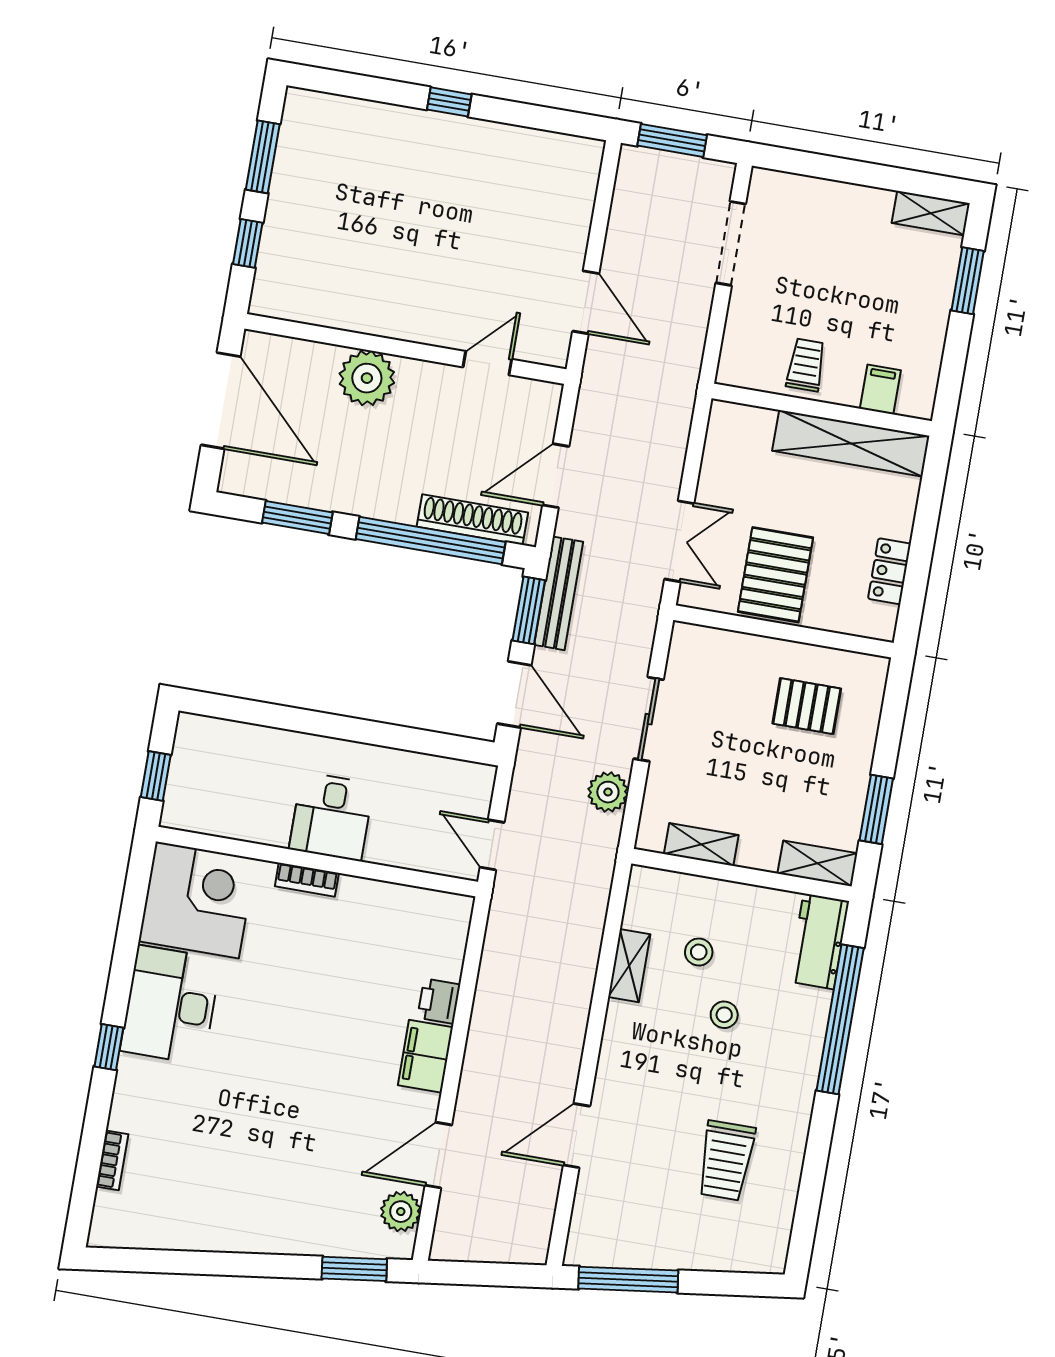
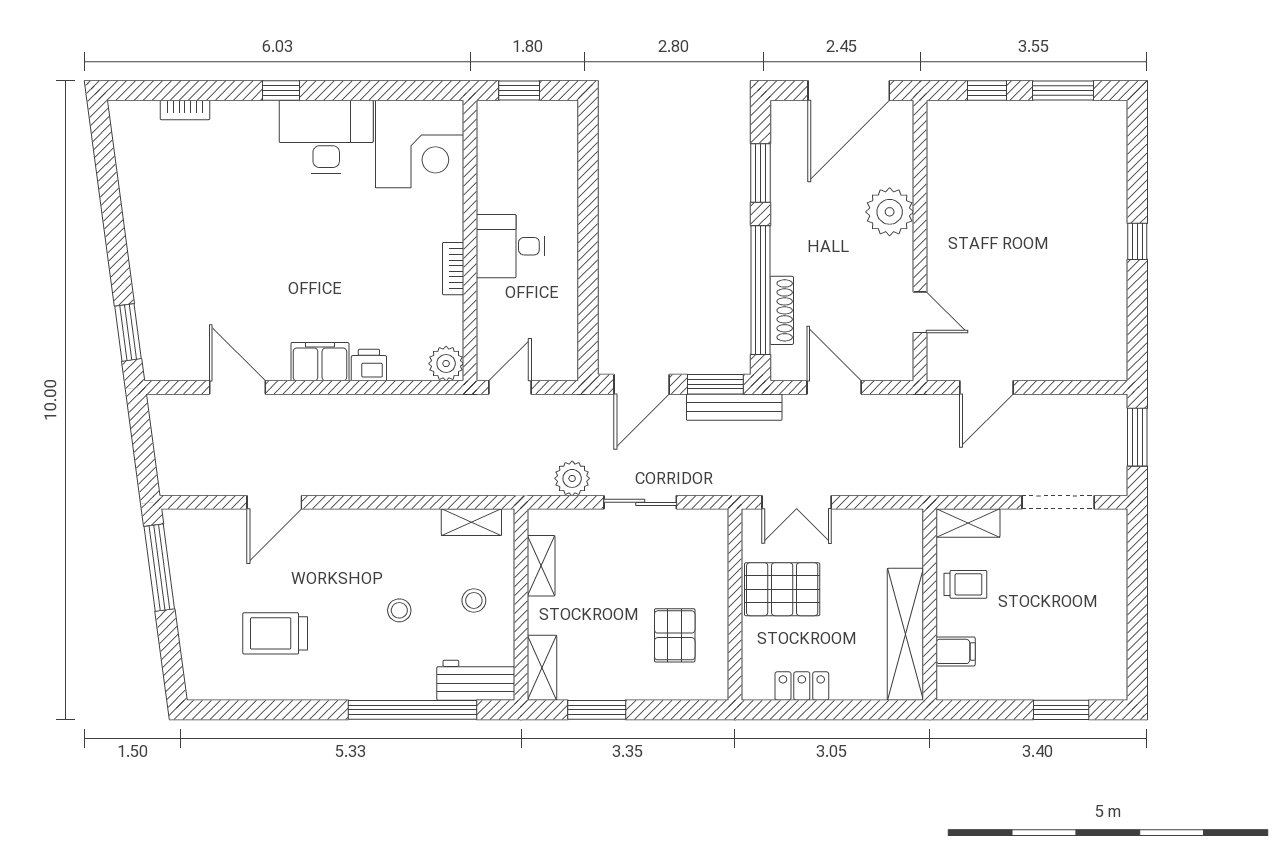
shelving: (931, 213) -> (968, 523), moved, turned 90
shoe rack: (472, 520) -> (782, 310), width x0.74, depth x0.81
bookcase: (307, 880) -> (453, 269), moved
stool: (699, 952) -> (474, 600), moved
shelving: (629, 966) -> (471, 522), moved
door: (577, 1136) -> (274, 502), swing flipped
plant: (401, 1212) -> (446, 364), moved

